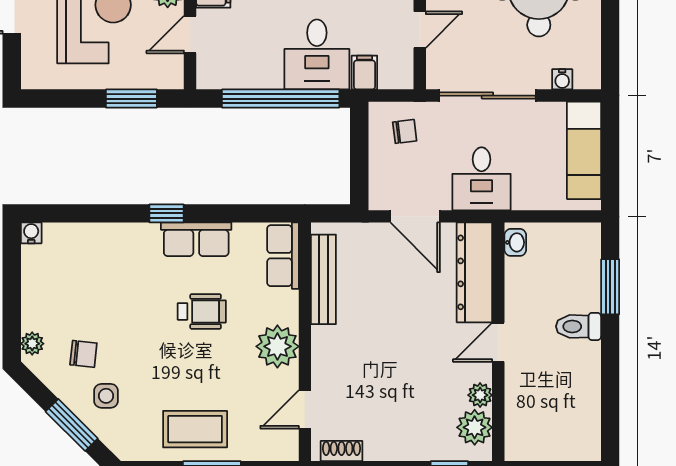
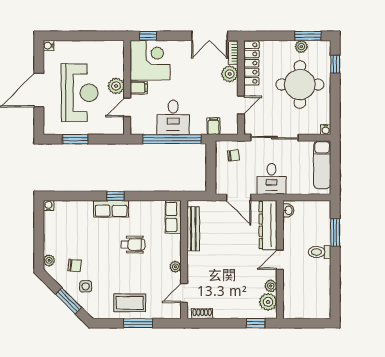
desk: (317, 54) -> (173, 117), moved
water cooler: (562, 79) -> (326, 130), moved
window: (131, 99) -> (75, 139), moved
row of seats: (196, 239) -> (111, 209), moved
plant: (277, 346) -> (175, 267), width x0.53, depth x0.53

